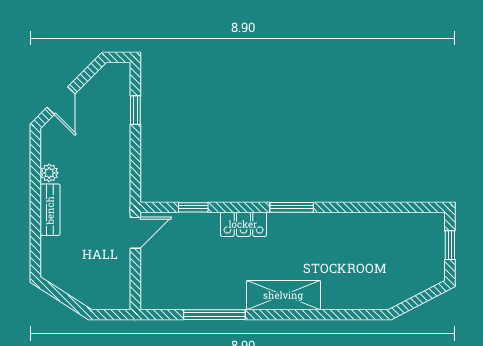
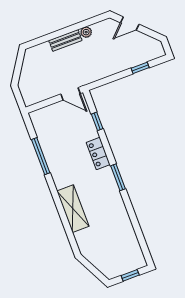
shelving: (283, 295) -> (73, 209), moved

